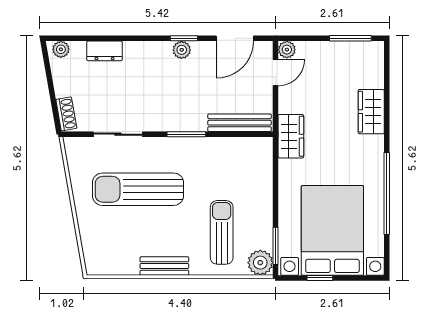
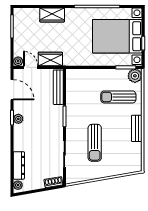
dresser: (105, 51) -> (19, 165), width x1.44
wardrobe: (291, 136) -> (50, 59), moved
sun lounger: (138, 189) -> (95, 143), width x0.73, depth x0.75

